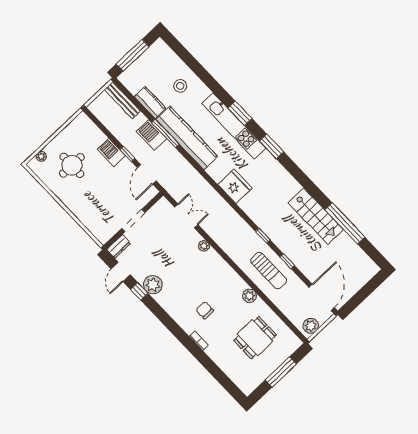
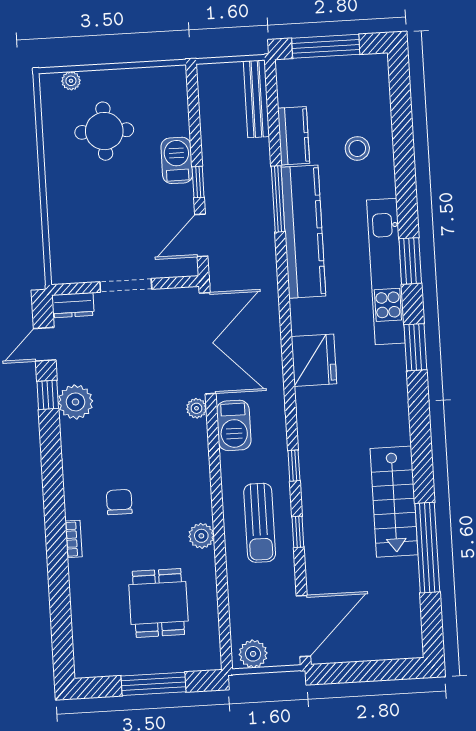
barbecue: (151, 135) -> (234, 425), moved, turned 180
double door: (186, 216) -> (208, 343), width x1.87
dining table: (255, 338) -> (158, 603), turned 90

